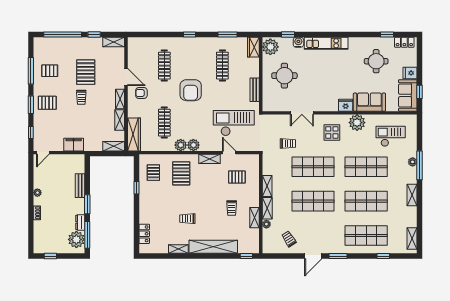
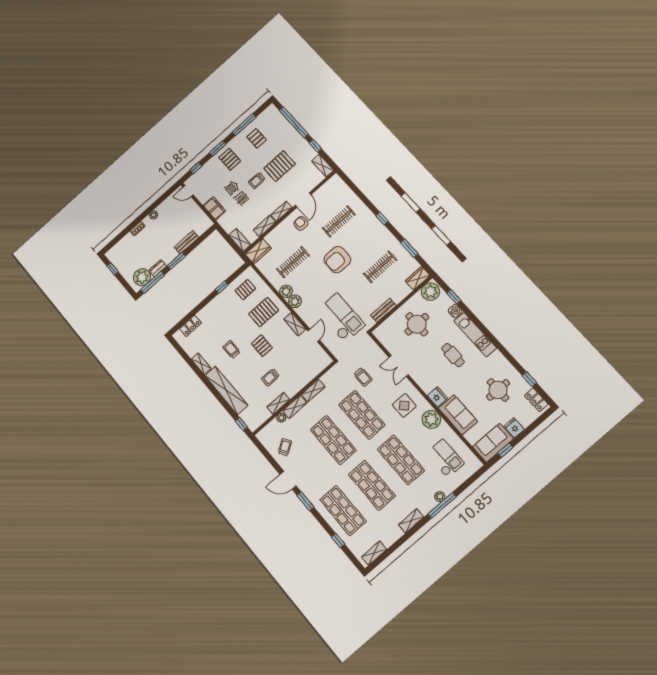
cafe table: (327, 70) -> (453, 355), added
wardrobe: (134, 134) -> (258, 251), width x0.67
pallet: (237, 177) -> (262, 346), moved

